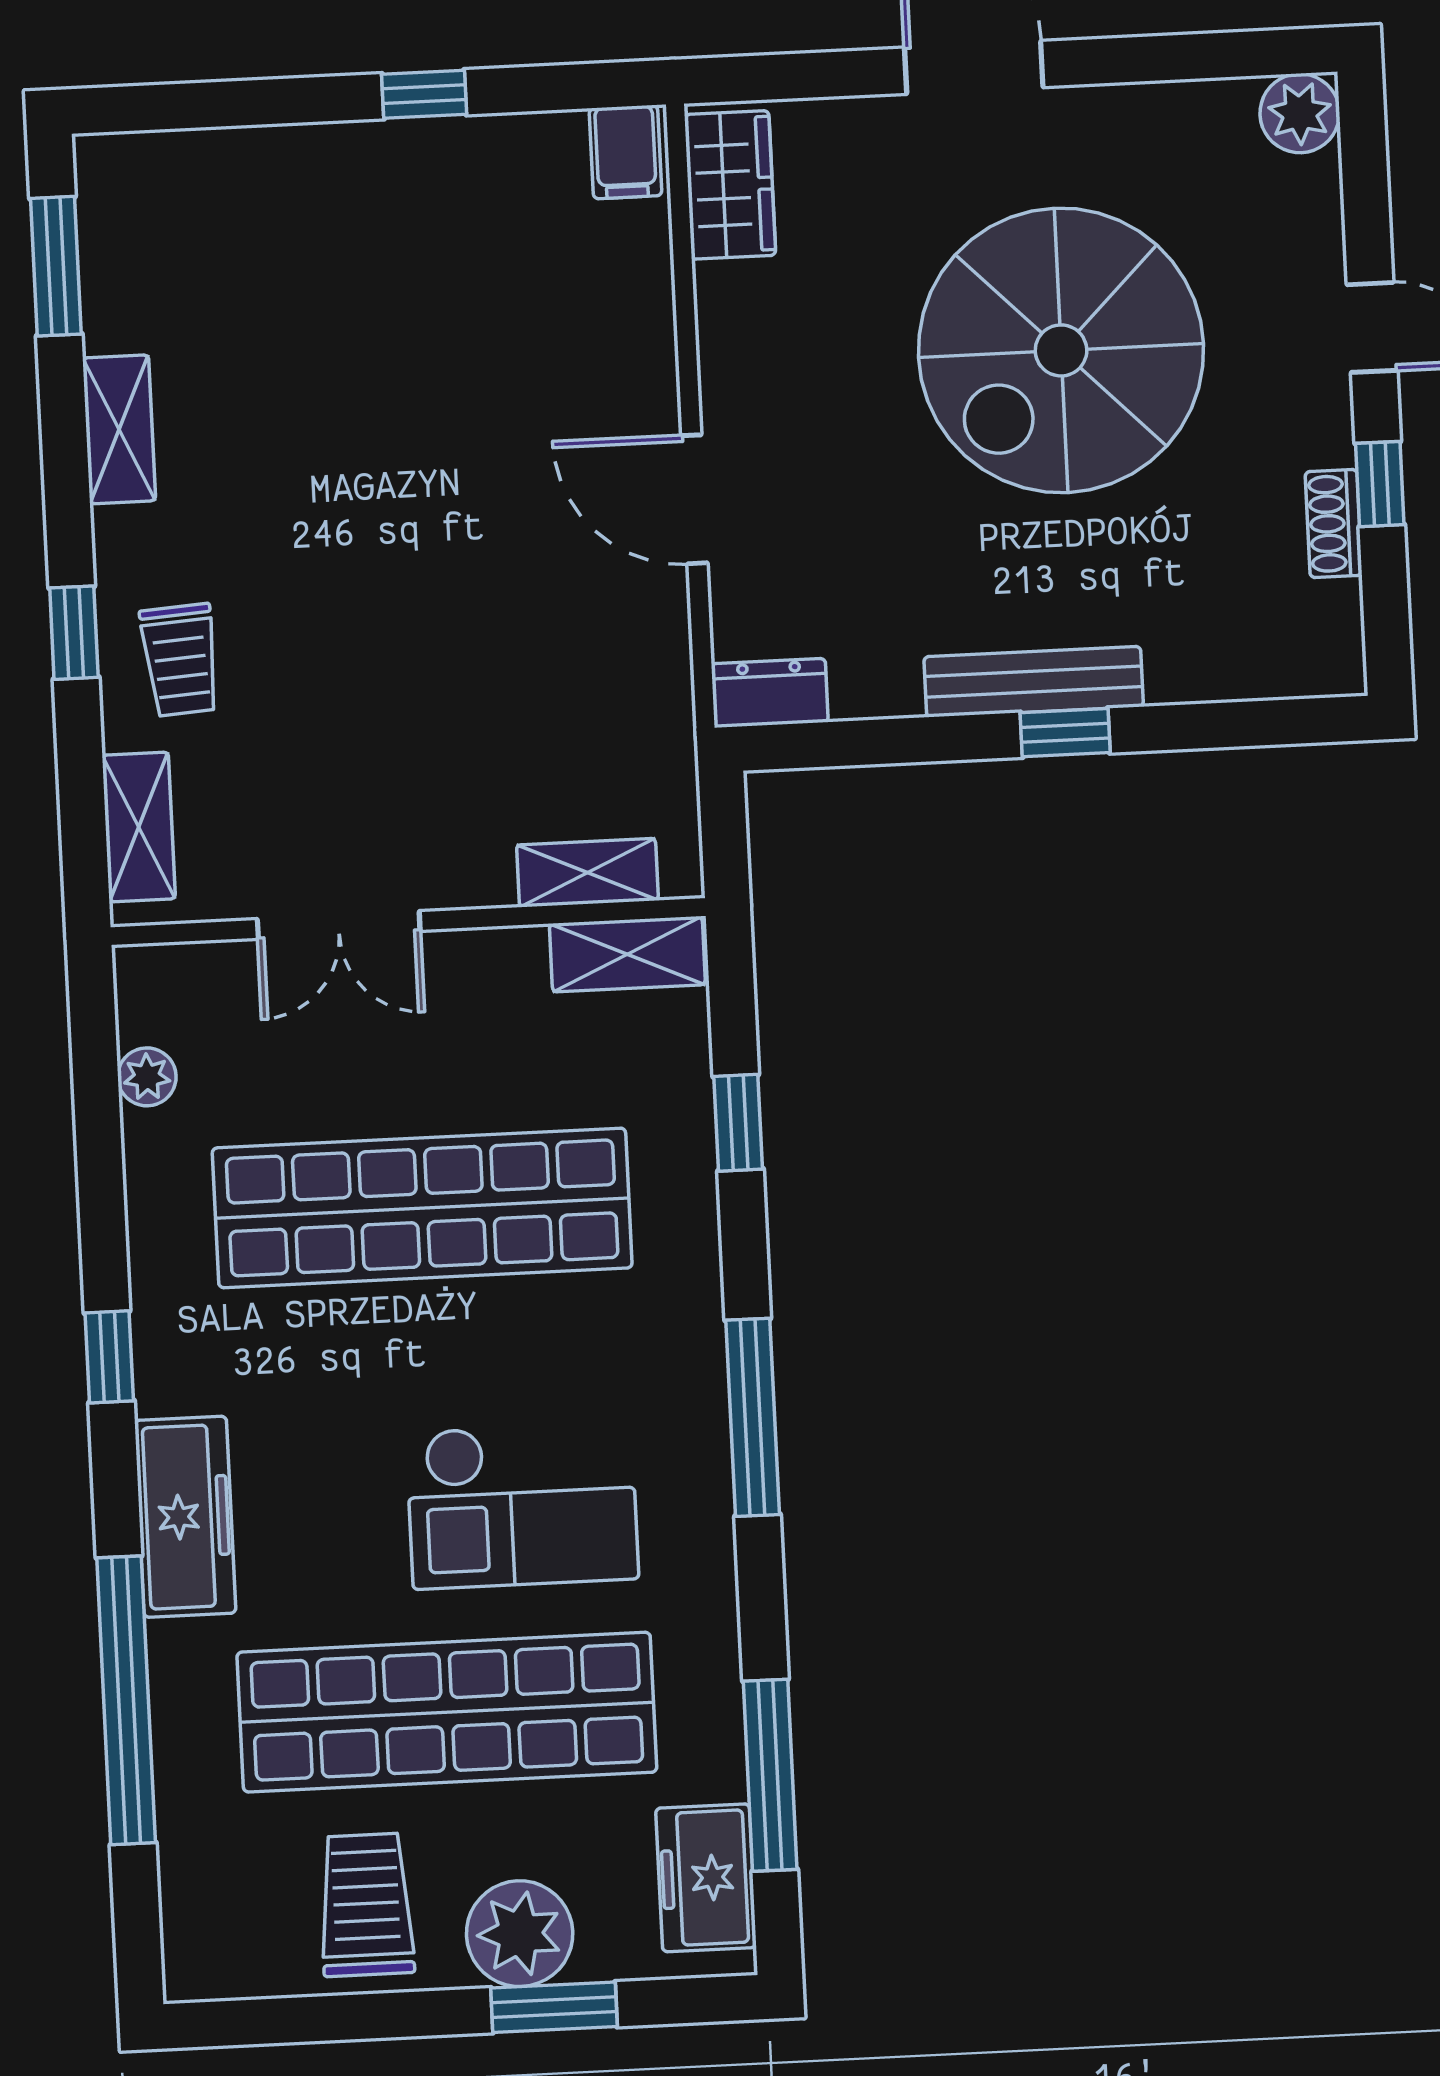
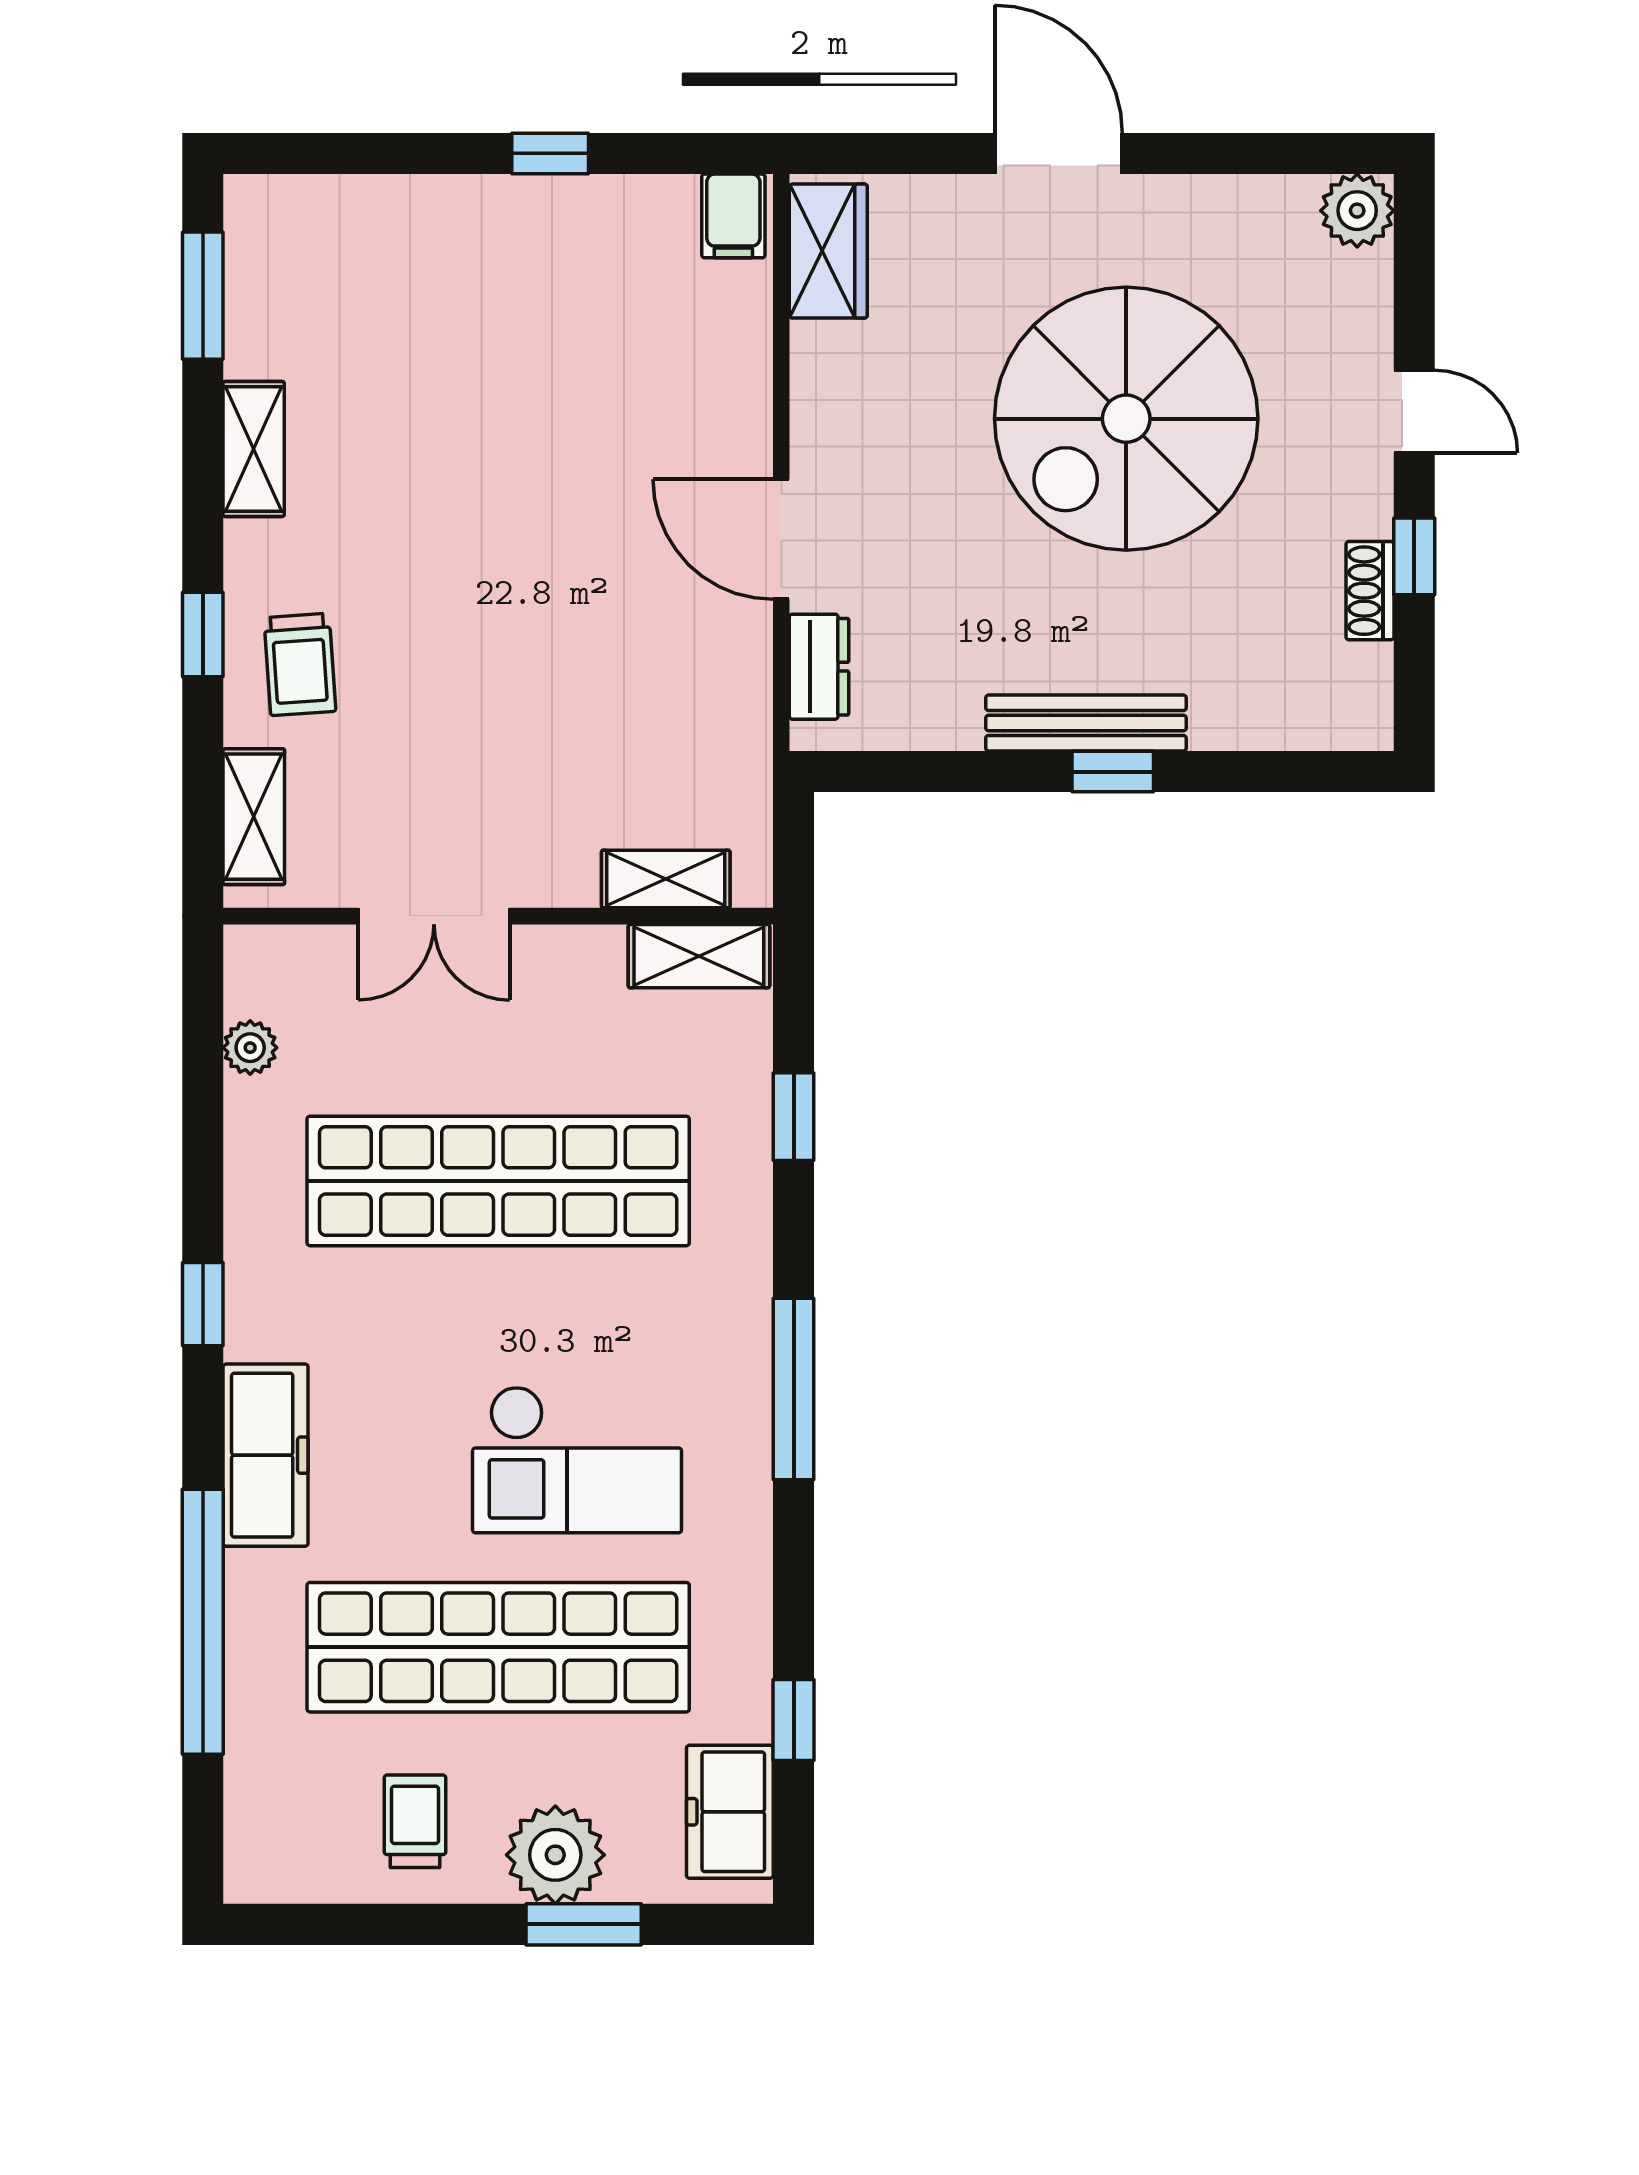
dresser: (770, 693) -> (819, 667), moved, turned 90
window: (770, 1775) -> (794, 1720), width x0.46
trolley: (366, 1905) -> (415, 1821), width x0.73, depth x0.72

